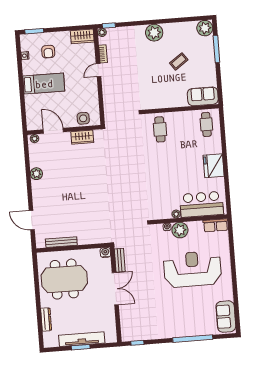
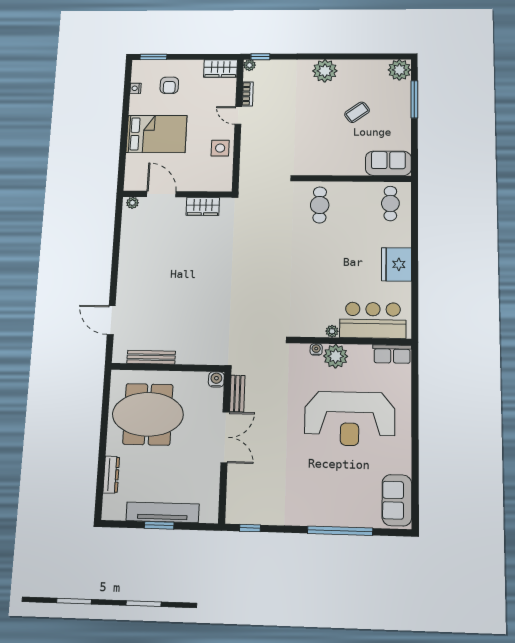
door: (98, 70) -> (238, 115), hinge flipped
bed: (44, 84) -> (156, 134), width x1.50
side table: (83, 118) -> (220, 148), moved
plant: (36, 174) -> (128, 253), removed
reception desk: (192, 269) -> (350, 419), turned 180

